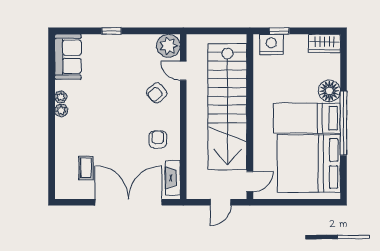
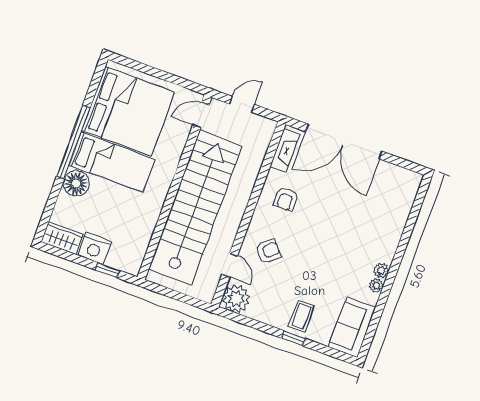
nightstand: (271, 44) -> (94, 248), moved
coffee table: (86, 168) -> (301, 316), moved

